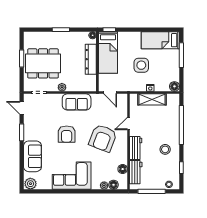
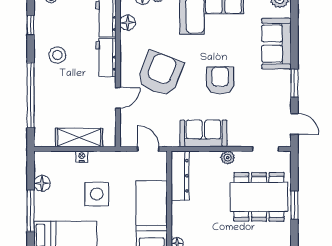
dresser: (91, 59) -> (180, 176), moved
floor lamp: (174, 86) -> (42, 183), moved

